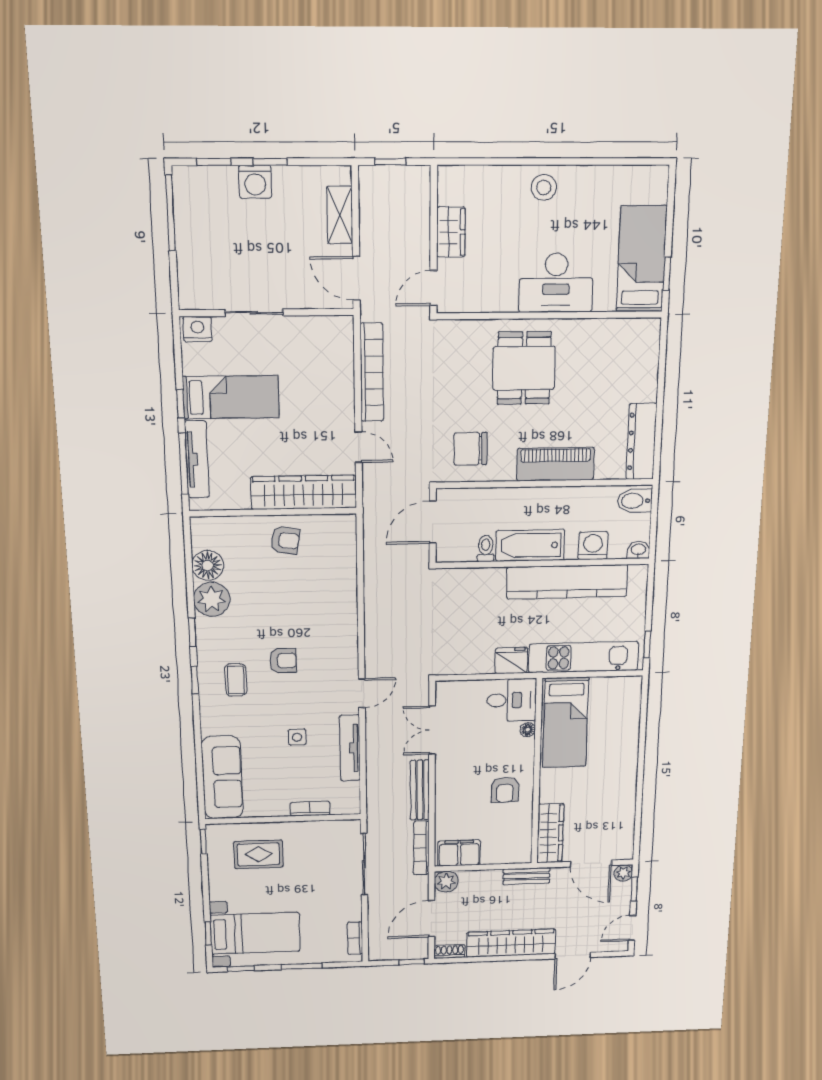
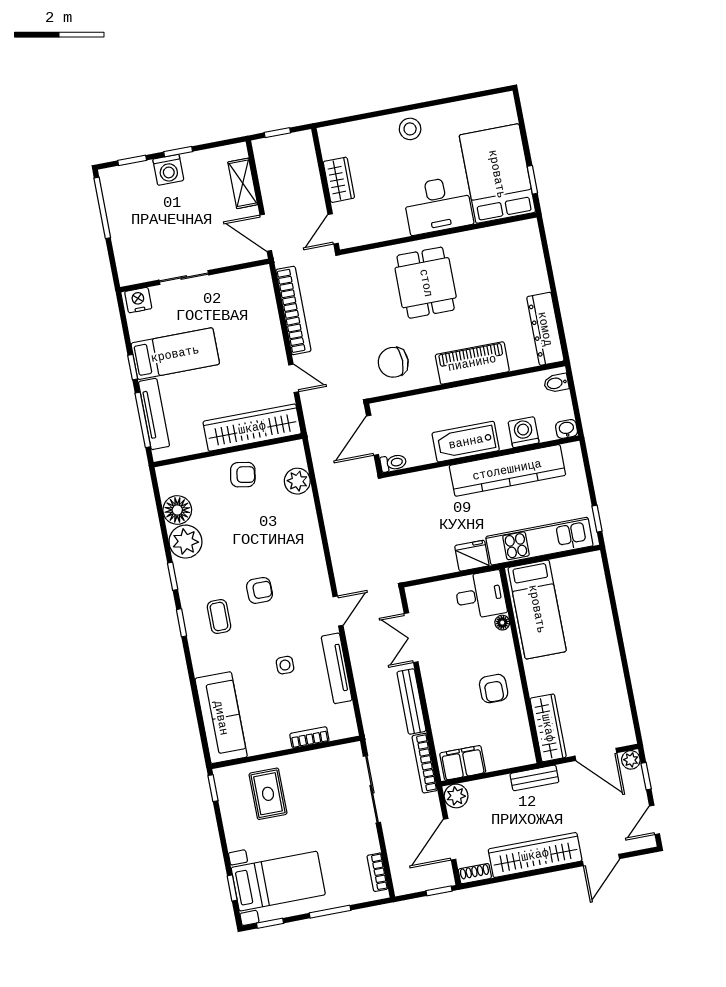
bed: (642, 259) -> (497, 174), width x1.50
bidet: (635, 501) -> (556, 383), width x0.72, depth x0.74
toilet: (486, 549) -> (393, 463), moved, turned 90
plant: (343, 557) -> (297, 481), added
rug: (259, 854) -> (268, 794), turned 90

